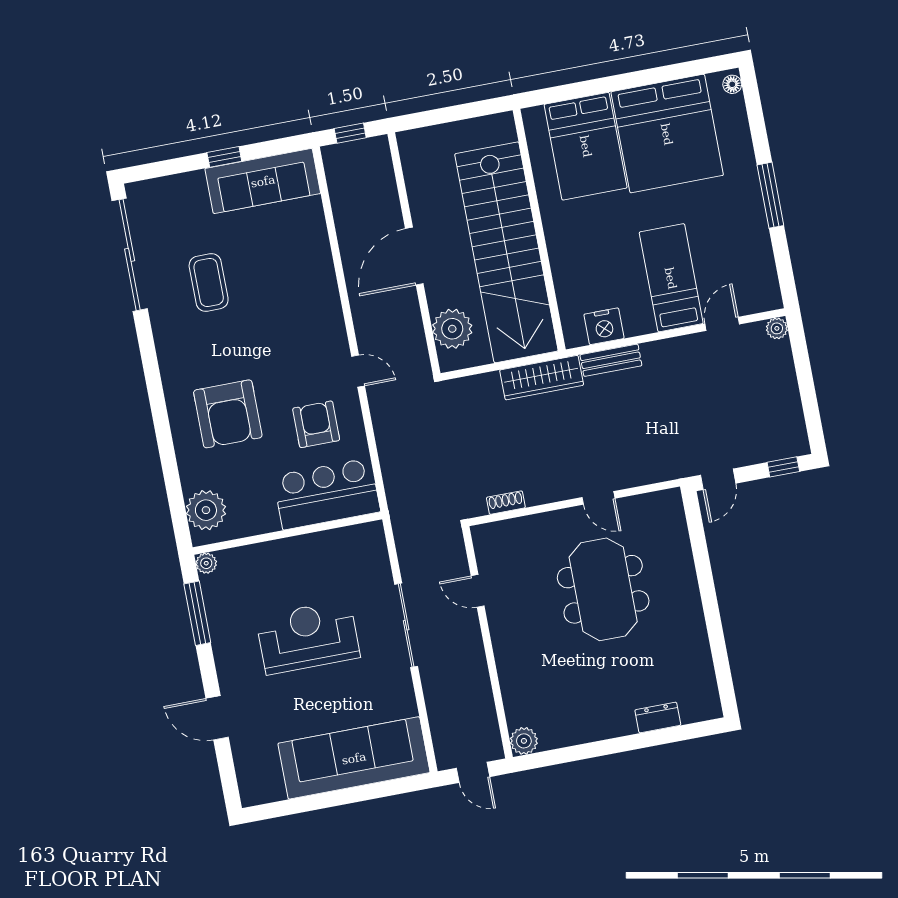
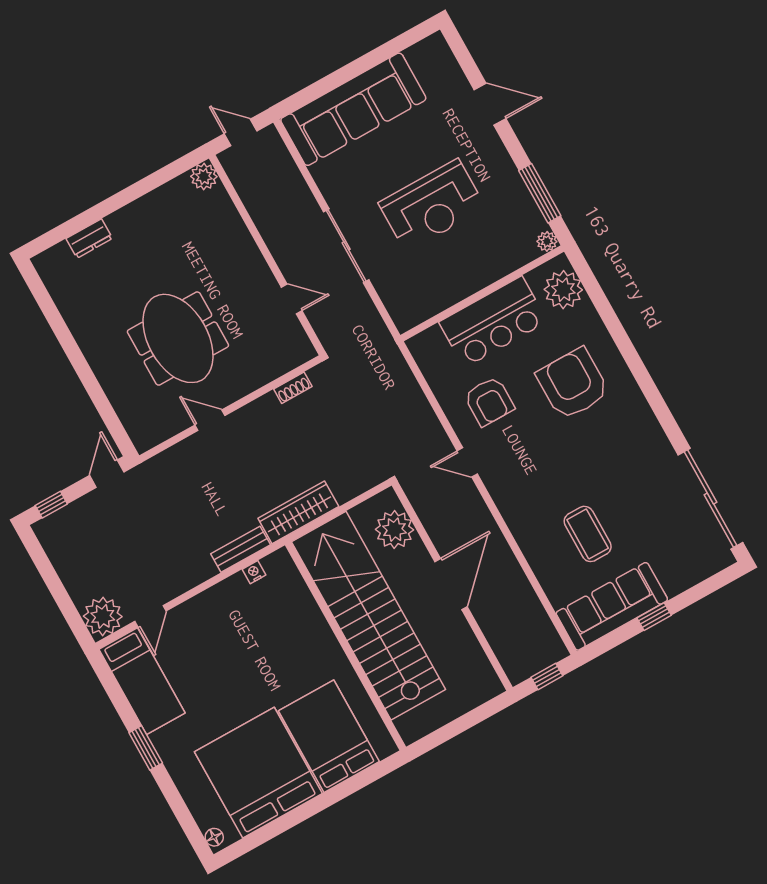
window: (770, 195) -> (146, 748), width x0.69
bed: (671, 278) -> (142, 681), moved
coffee table: (209, 282) -> (588, 534), moved
nightstand: (604, 326) -> (254, 572), width x0.53, depth x0.56
plant: (777, 328) -> (103, 616), width x1.88, depth x1.88
bar counter: (327, 494) -> (493, 322), moved

